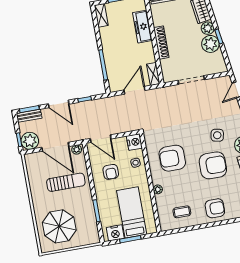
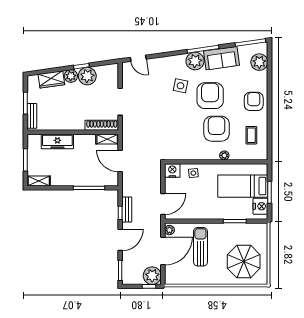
shoe rack: (161, 43) -> (102, 125), moved
bench: (29, 116) -> (127, 209), moved
armchair: (172, 158) -> (217, 129), moved, turned 180
armchair: (111, 172) -> (198, 200), removed

